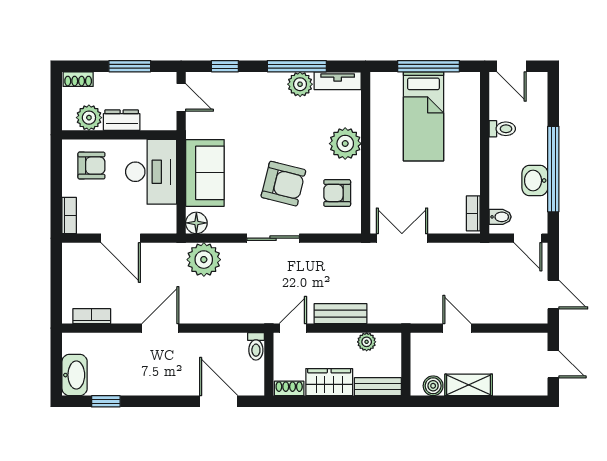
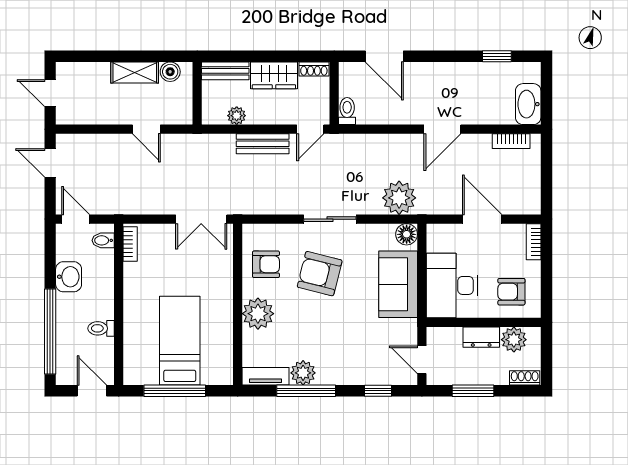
window: (553, 169) -> (50, 331), moved
washbasin: (75, 375) -> (528, 104), moved

